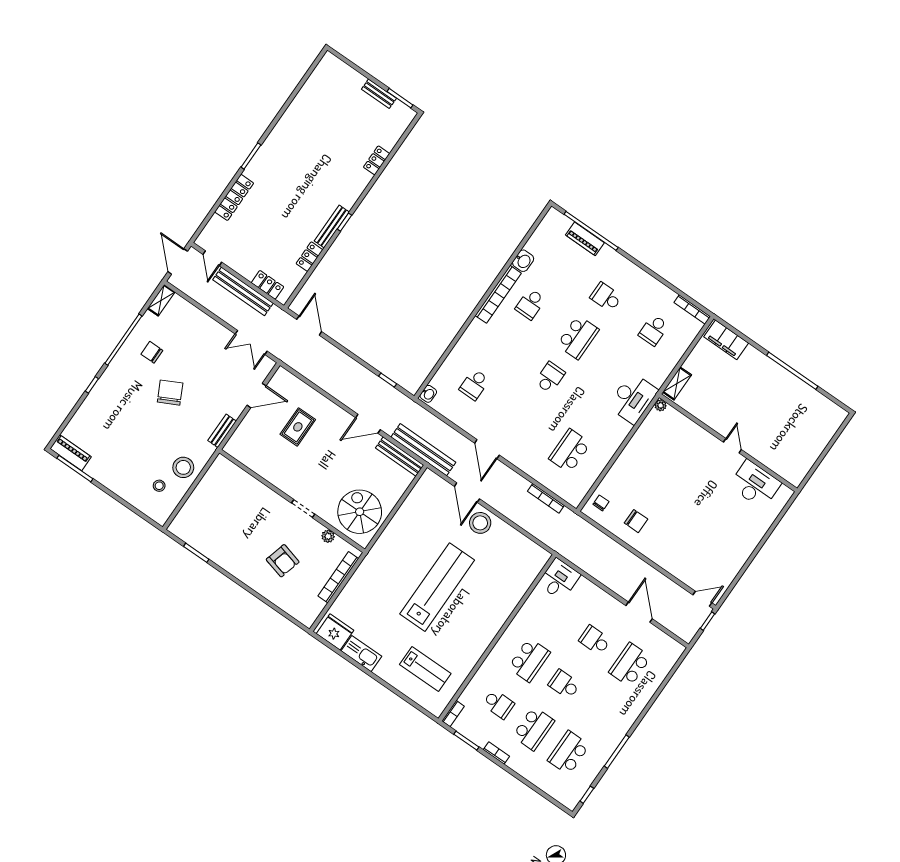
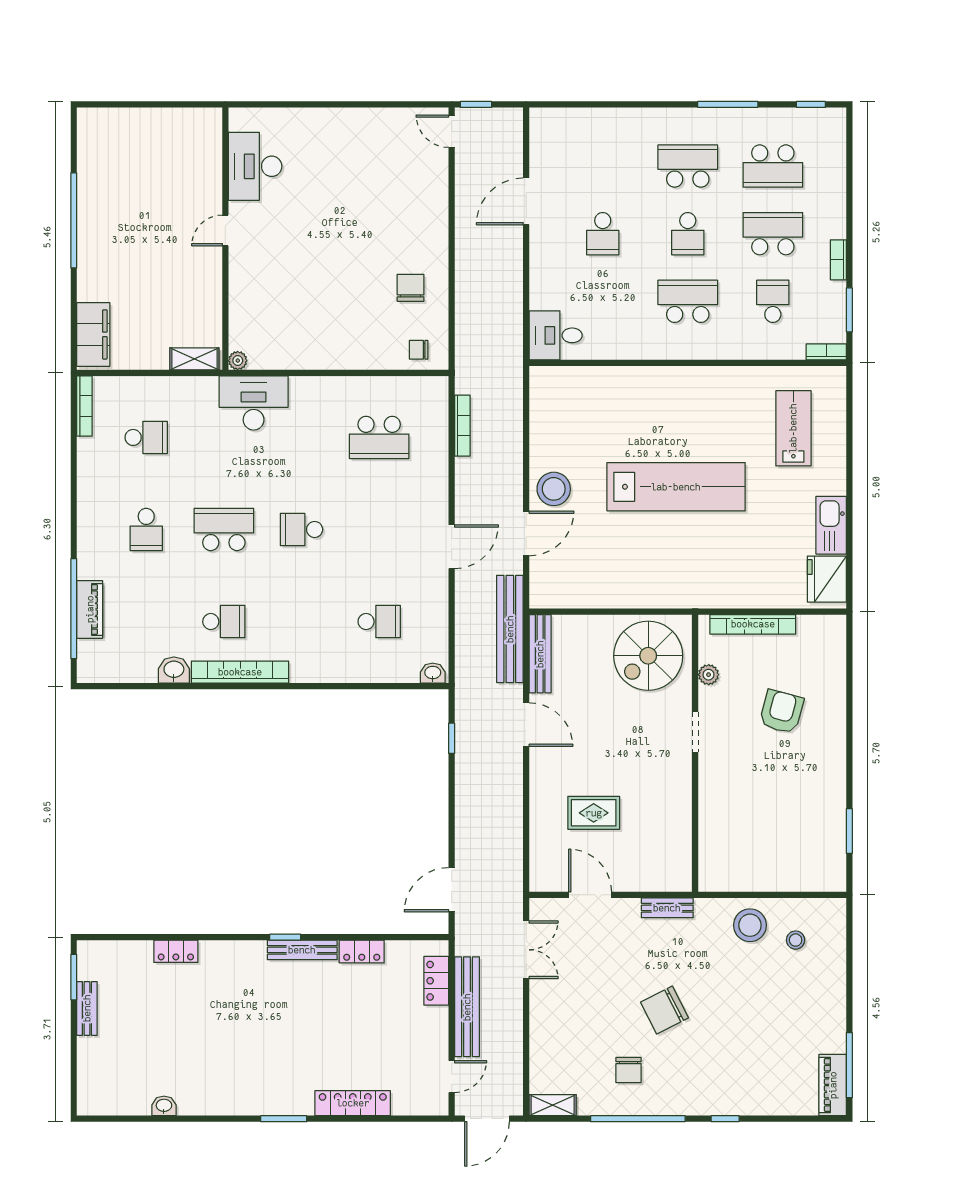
washbasin: (301, 99) -> (164, 1106), added
lab bench: (437, 587) -> (676, 487), turned 180
school desk: (630, 665) -> (688, 166), moved, turned 180

